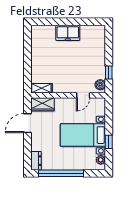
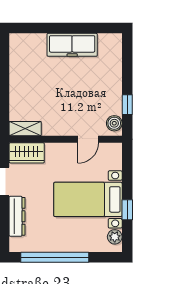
freezer: (68, 33) -> (72, 45), width x1.40
dresser: (36, 161) -> (17, 216), moved, width x1.44

